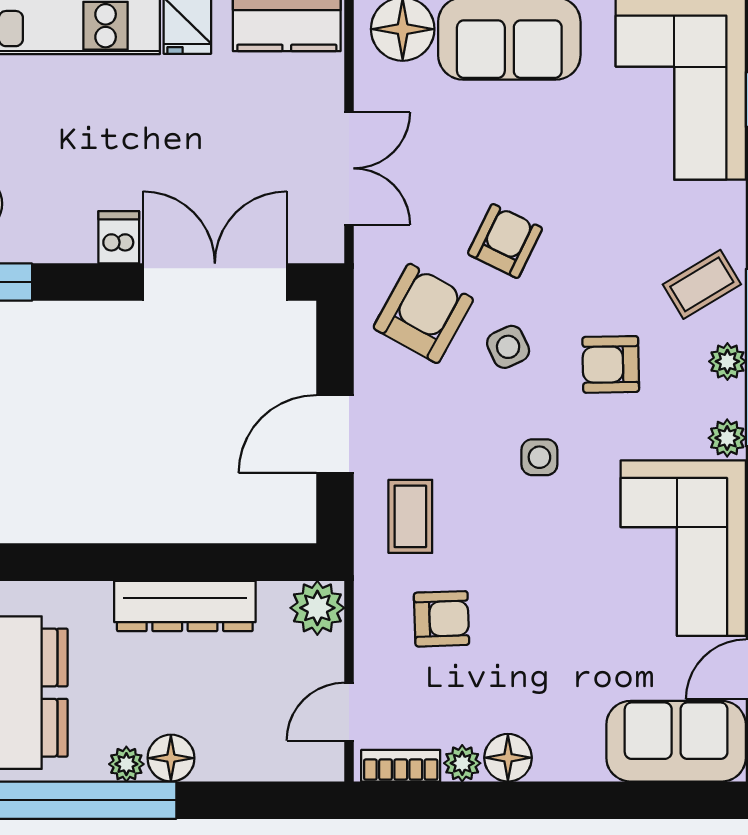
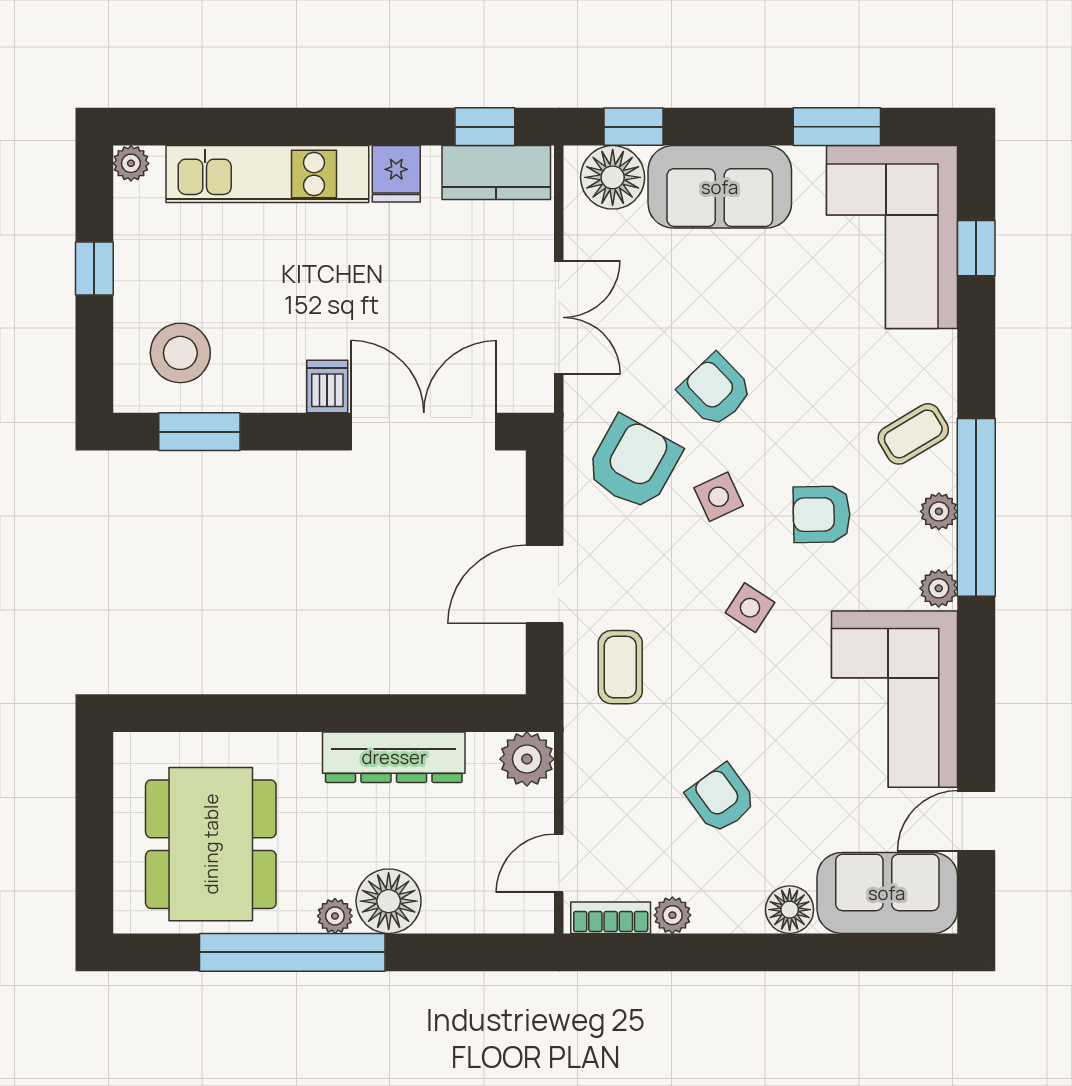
armchair: (505, 241) -> (715, 390), turned -70
side table: (539, 457) -> (750, 608), turned 33
armchair: (442, 619) -> (721, 799), moved, turned -124
floor lamp: (171, 758) -> (389, 901), width x1.38, depth x1.38
floor lamp: (508, 758) -> (790, 910), moved

